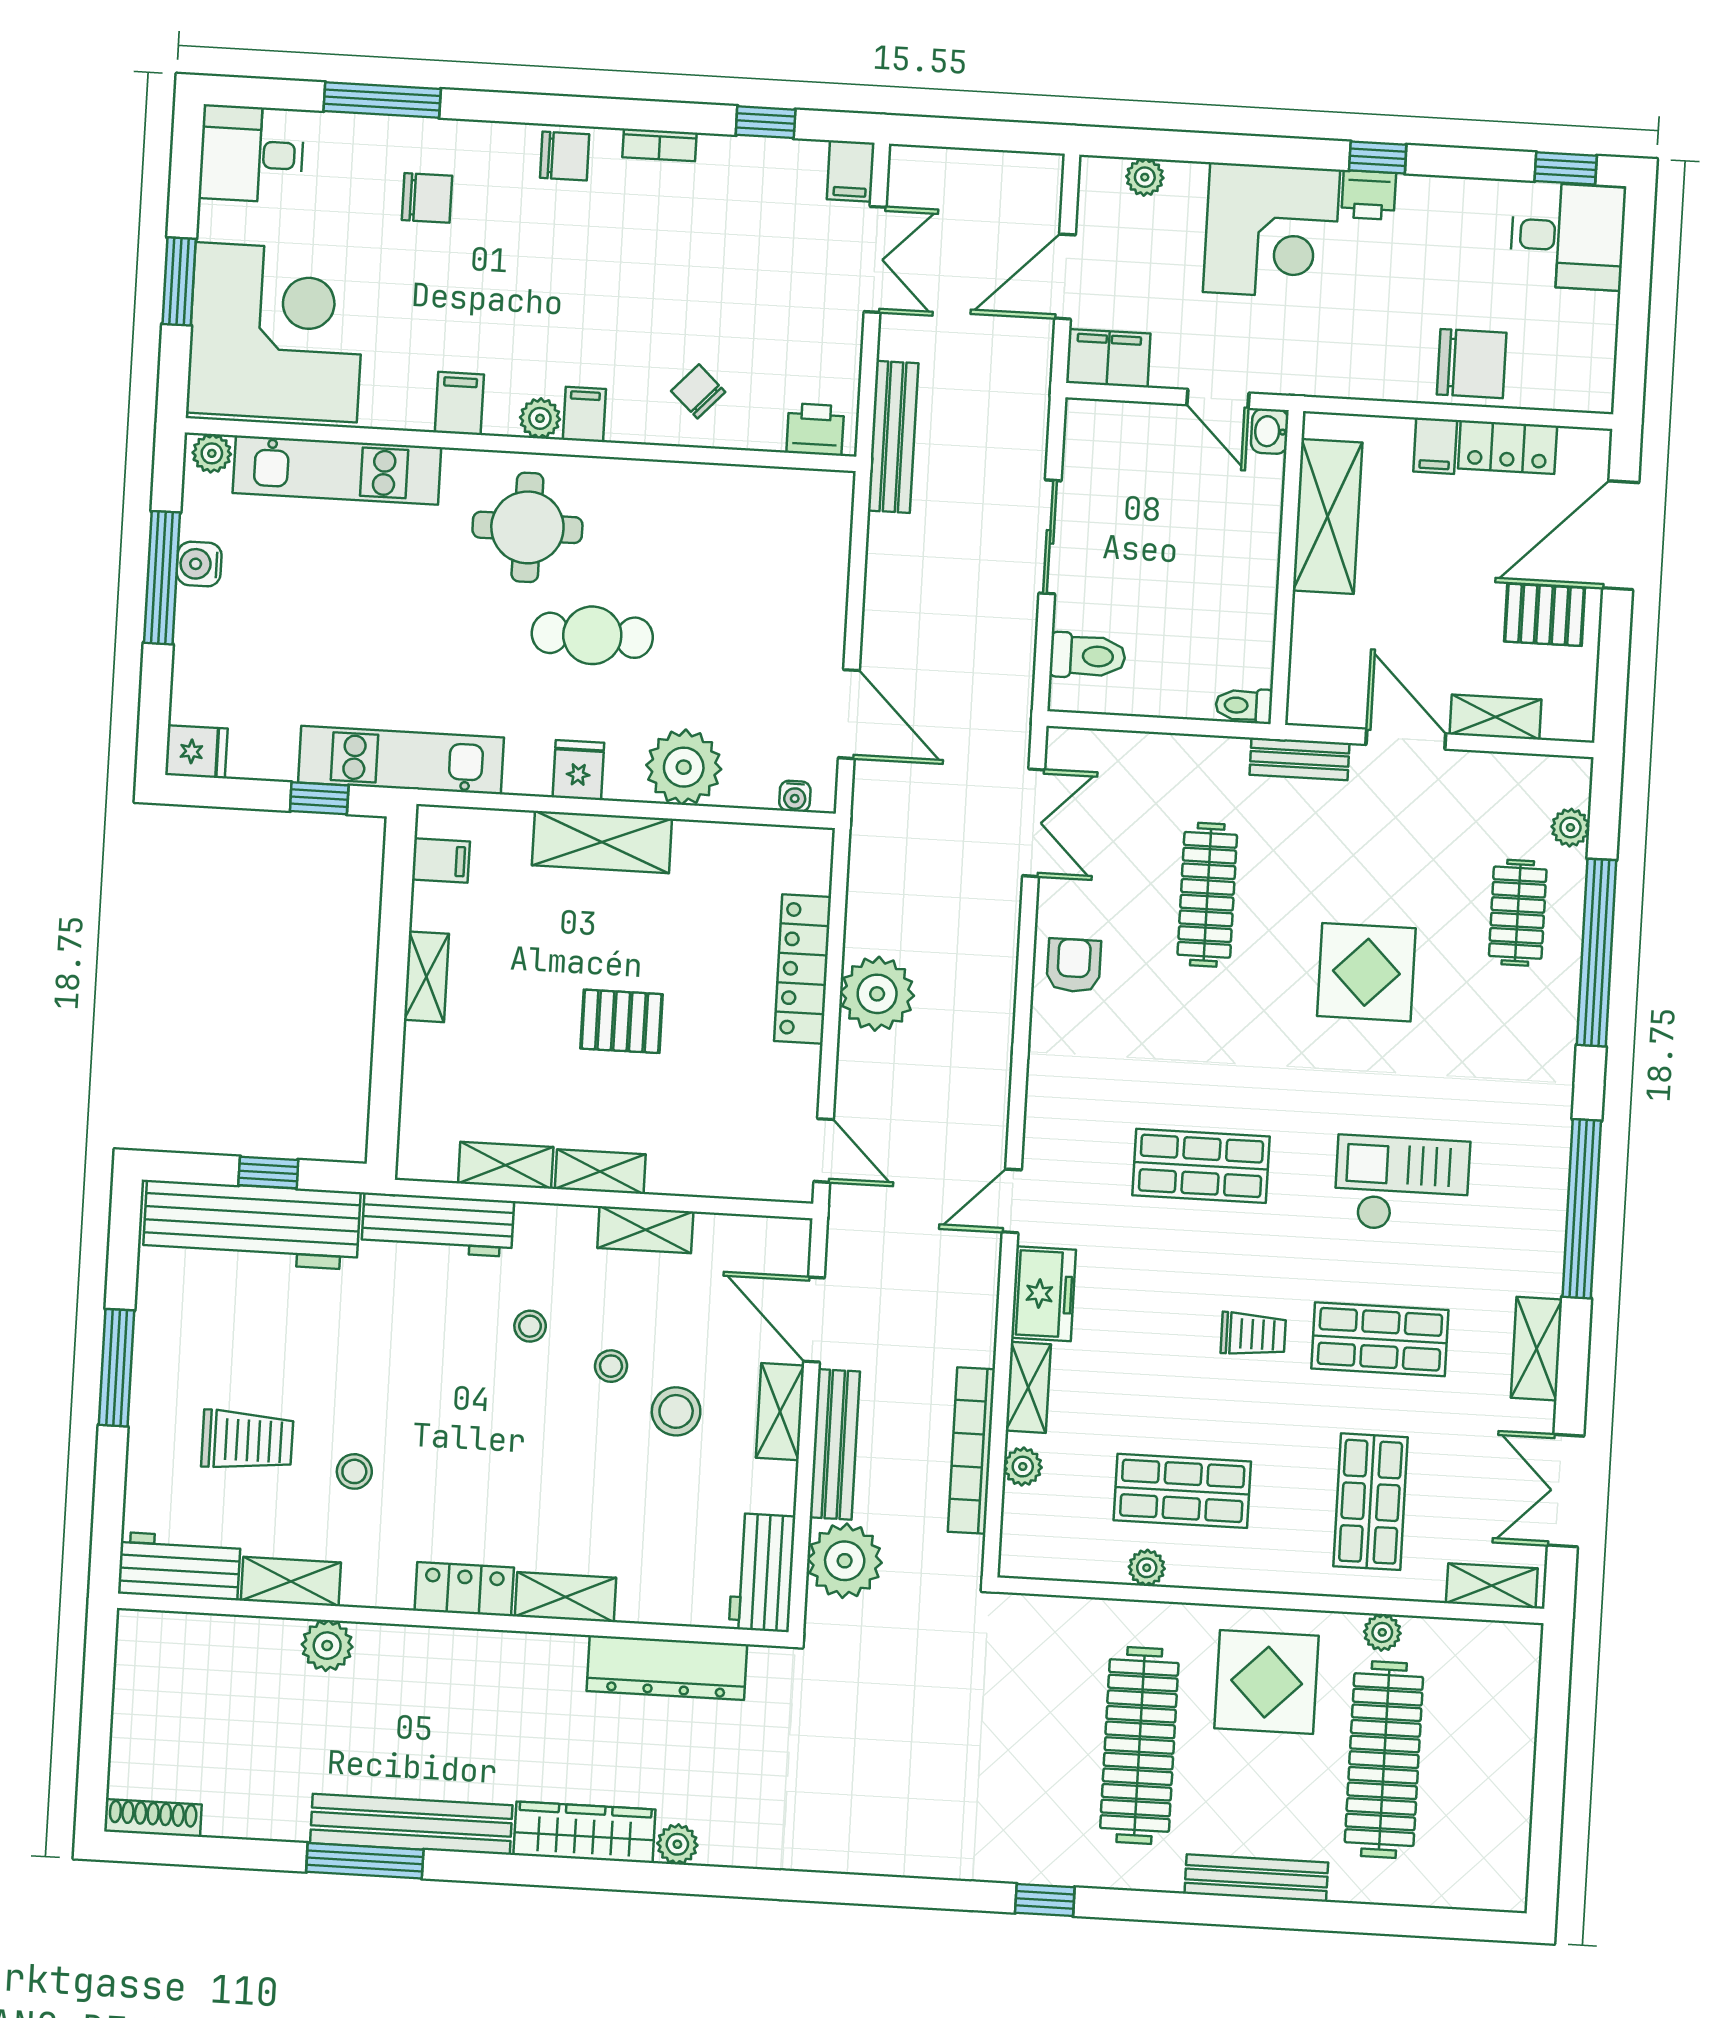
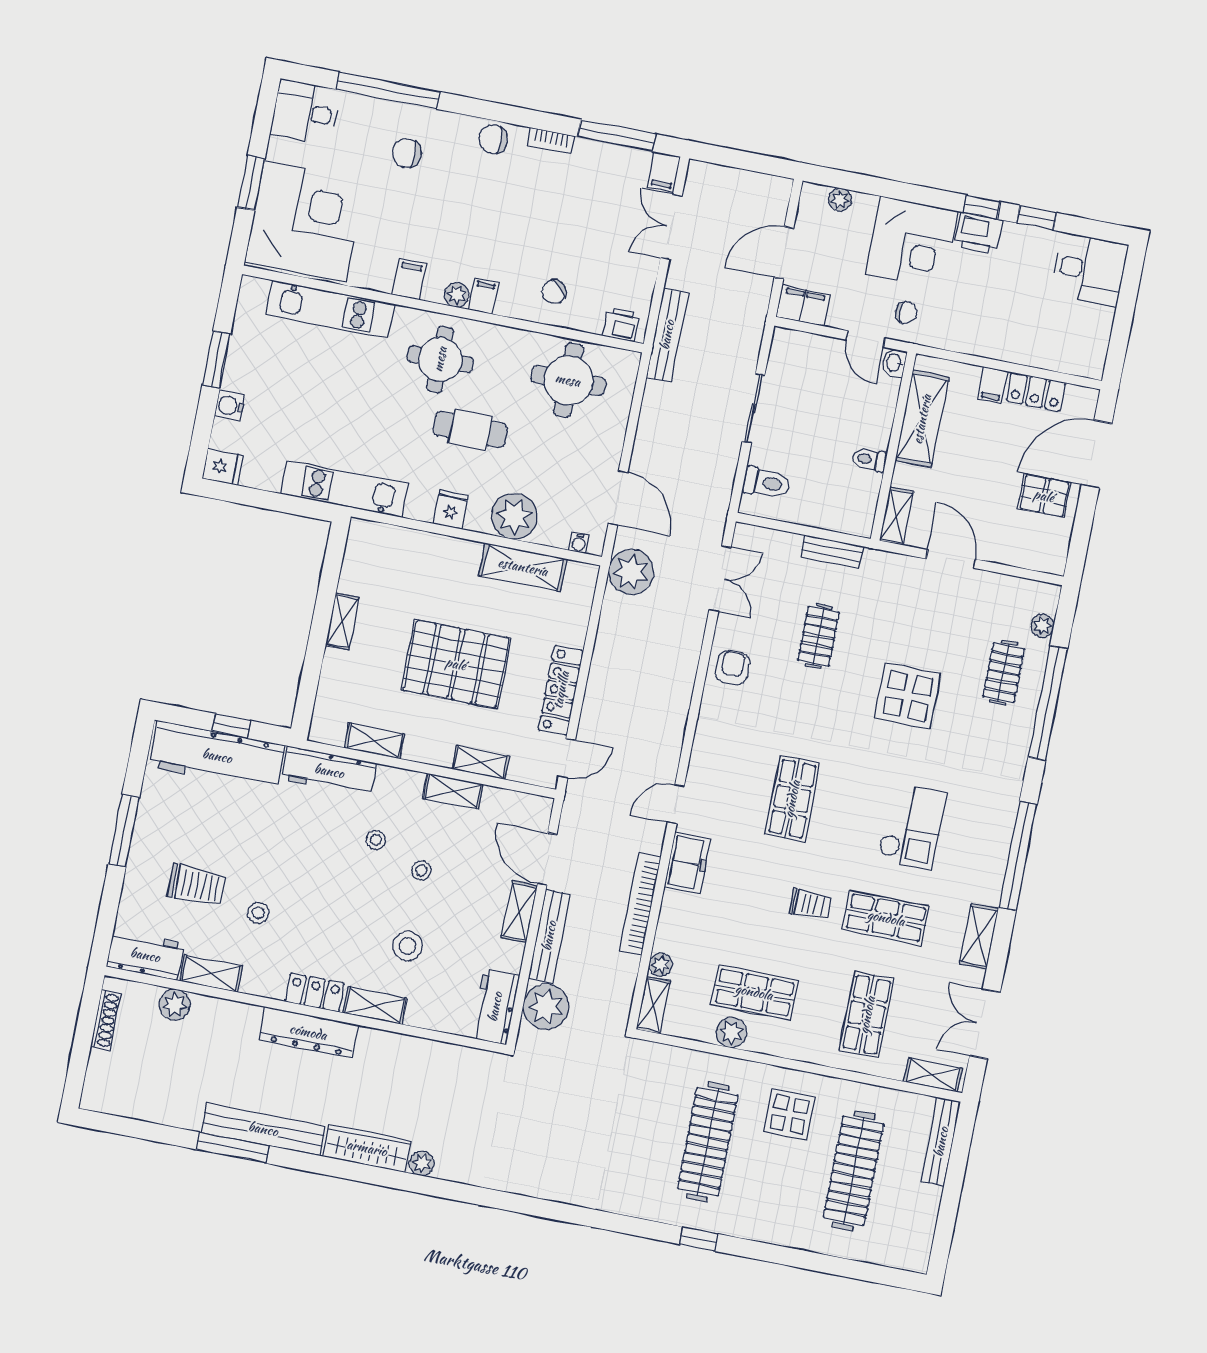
window: (382, 100) -> (388, 91), width x1.46
window: (766, 122) -> (617, 135), width x2.17
chair: (565, 156) -> (493, 139), turned 180
window: (1566, 168) -> (1037, 218), moved
printer: (1369, 195) -> (978, 233), width x1.36, depth x1.24
chair: (427, 198) -> (407, 153), turned 180
double door: (875, 259) -> (671, 227), swing flipped
chair: (1472, 364) -> (906, 313), moved, width x0.54, depth x0.54
chair: (698, 391) -> (554, 292), turned -89
plant: (212, 453) -> (256, 289), removed
round table: (742, 533) -> (568, 380), added
water cooler: (199, 564) -> (230, 406), moved
window: (162, 578) -> (216, 360), width x0.69
toilet: (1244, 705) -> (869, 460), moved
shelving: (1496, 717) -> (897, 516), moved, turned 90
bench: (1299, 759) -> (832, 552), moved
window: (319, 798) -> (293, 505), removed
shelving: (602, 842) -> (523, 567), moved
filing cabinet: (441, 861) -> (361, 553), removed
clothes rail: (1207, 895) -> (819, 636), width x0.73
locker: (803, 969) -> (561, 690), moved
plant: (877, 994) -> (631, 572), moved
pallet: (622, 1021) -> (456, 664), width x2.05, depth x2.00
door: (824, 1150) -> (567, 758), hinge flipped
shop shelf: (1201, 1166) -> (792, 799), turned 90
shelving: (600, 1172) -> (481, 762), moved
checkout: (1402, 1184) -> (912, 826), turned 90
shelving: (1028, 1387) -> (653, 1005), moved
stool: (676, 1411) -> (408, 946), moved
bookcase: (971, 1450) -> (640, 904), moved
plant: (1147, 1568) -> (732, 1033), width x1.38, depth x1.38
plant: (1382, 1632) -> (863, 1094), removed
plant: (327, 1646) -> (175, 1005), moved
dresser: (667, 1668) -> (308, 1032), moved
display table: (1267, 1682) -> (789, 1114), width x0.73, depth x0.73
shoe rack: (153, 1818) -> (106, 1020), moved, turned 90
bench: (1256, 1878) -> (941, 1142), moved, turned 90
window: (1045, 1900) -> (699, 1239), moved

